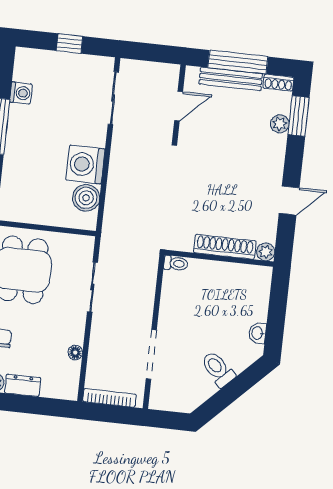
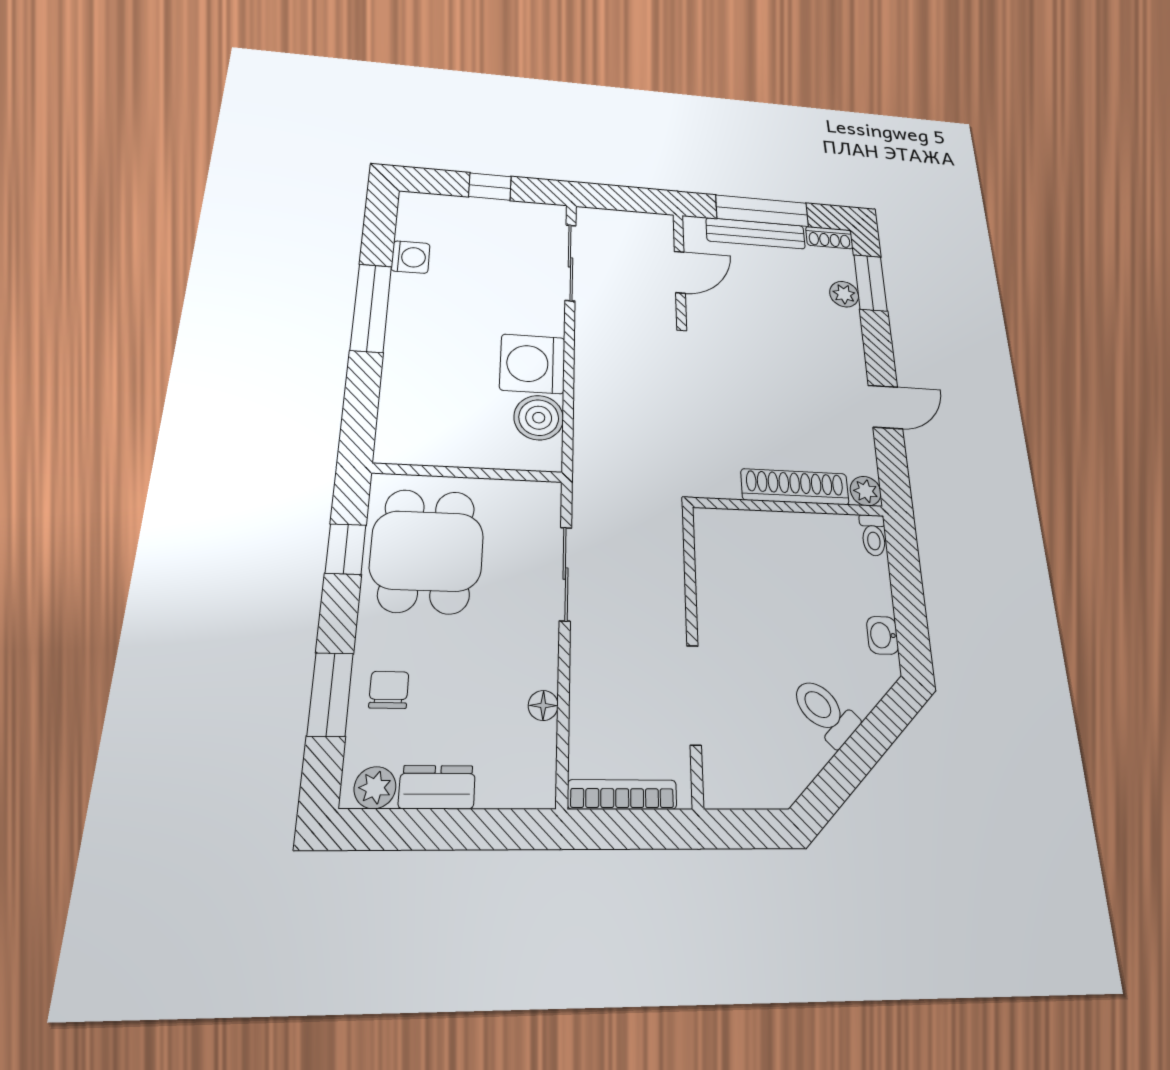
toilet: (176, 263) -> (873, 535), moved, turned 90

